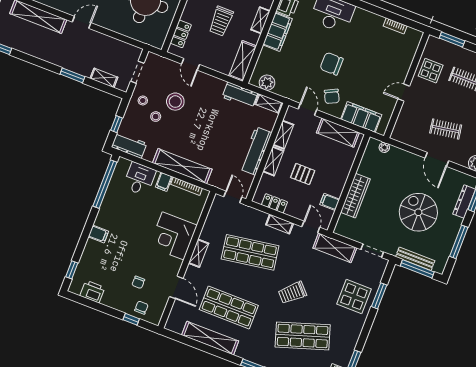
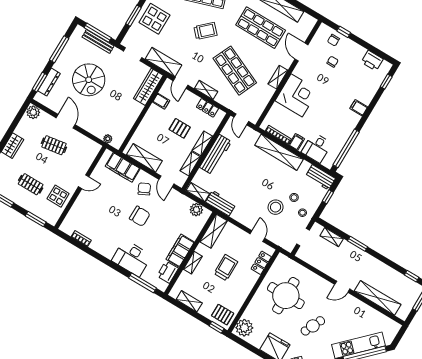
wardrobe: (355, 196) -> (148, 87), moved
shop shelf: (250, 252) -> (235, 71), turned 33

